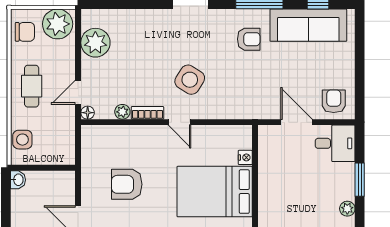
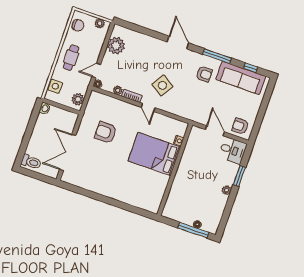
plant: (58, 24) -> (100, 23), width x0.53, depth x0.53
armchair: (334, 101) -> (240, 126), turned -90
plant: (65, 148) -> (78, 99), added

